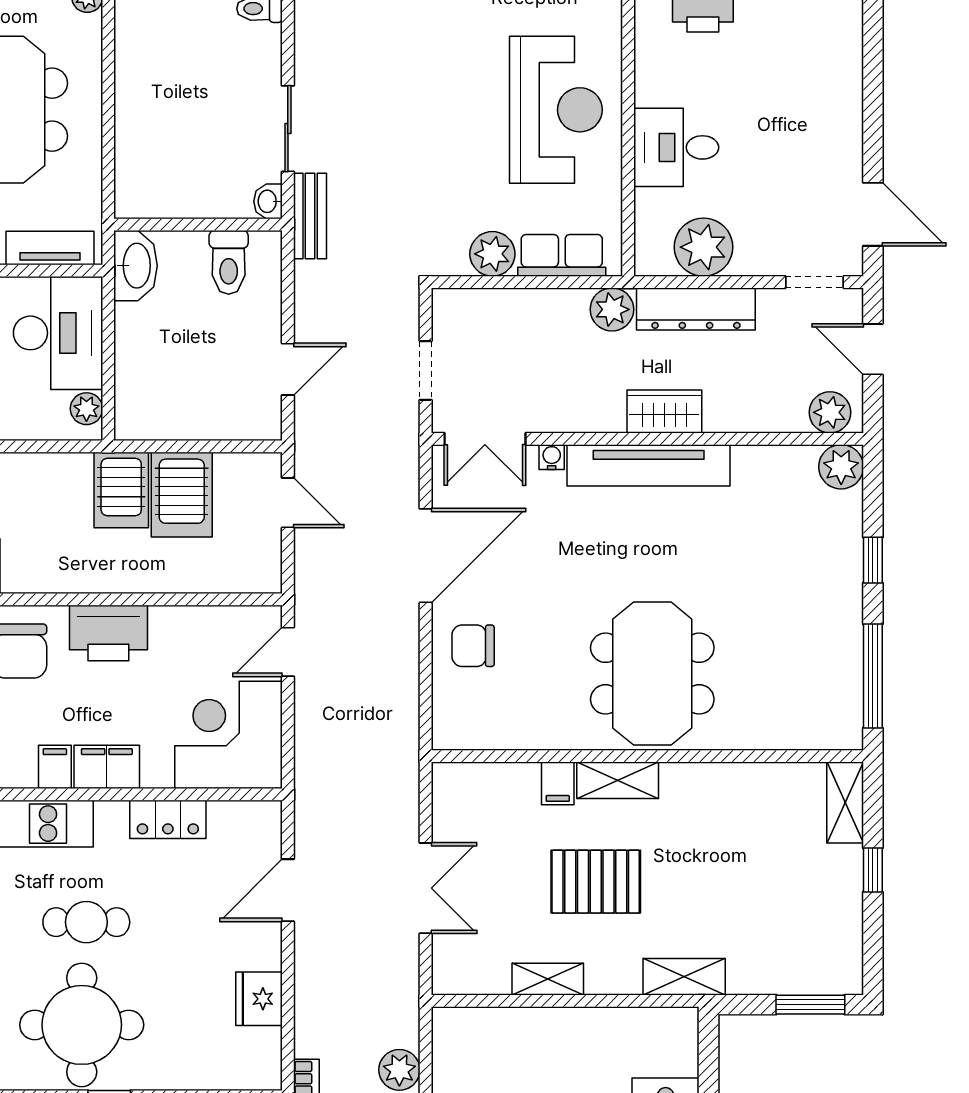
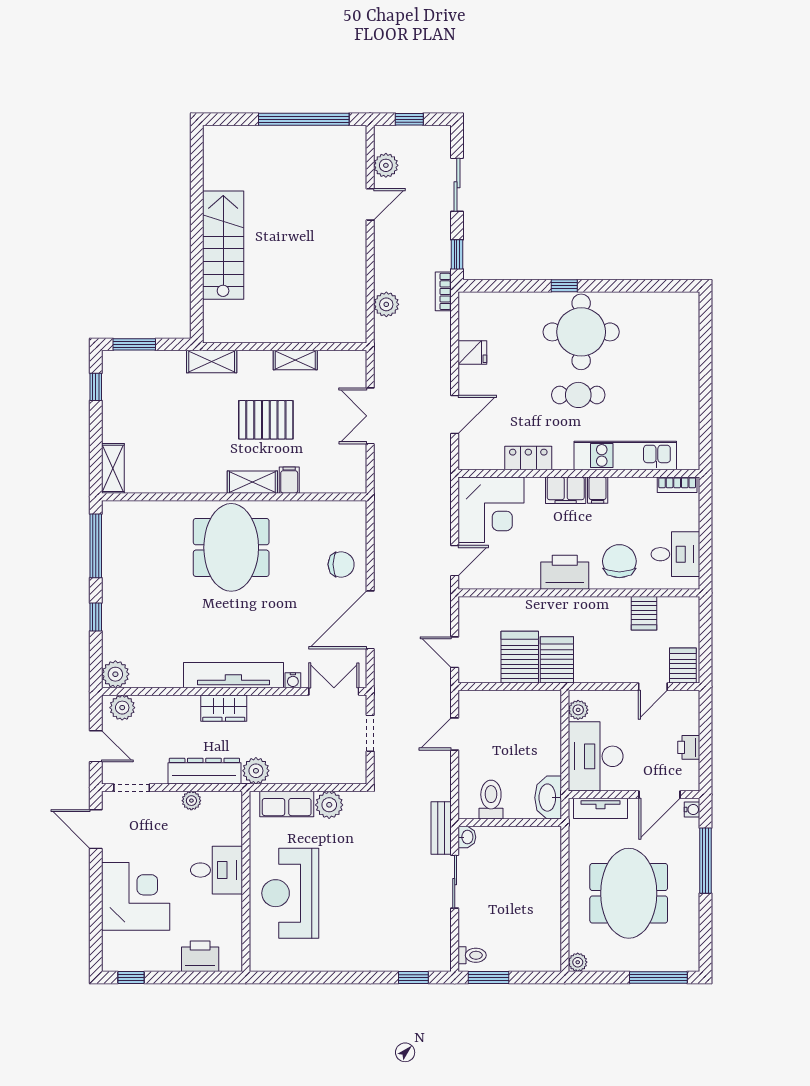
corner desk: (808, 105) -> (136, 896), added
plant: (703, 247) -> (191, 801), width x0.53, depth x0.53
window: (873, 870) -> (96, 387), moved
fridge: (259, 999) -> (472, 353), width x0.72

